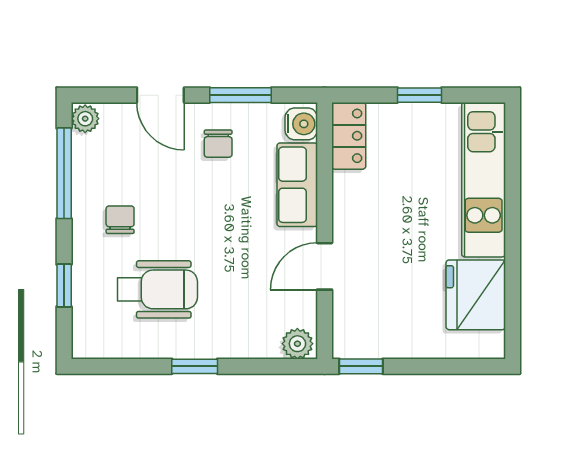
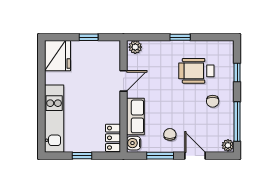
fridge: (476, 295) -> (57, 56), moved
window: (361, 366) -> (89, 37), moved

